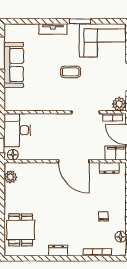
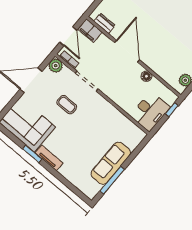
tv unit: (53, 29) -> (49, 158), moved
coffee table: (71, 72) -> (67, 105), moved
floor lamp: (13, 155) -> (146, 76), moved

